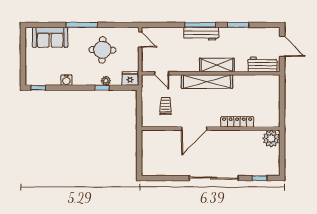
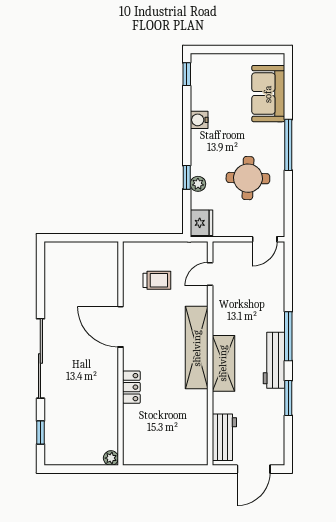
workbench: (201, 34) -> (274, 360), moved
locker: (237, 122) -> (131, 387), width x0.66
plant: (271, 139) -> (111, 458), width x0.53, depth x0.53

